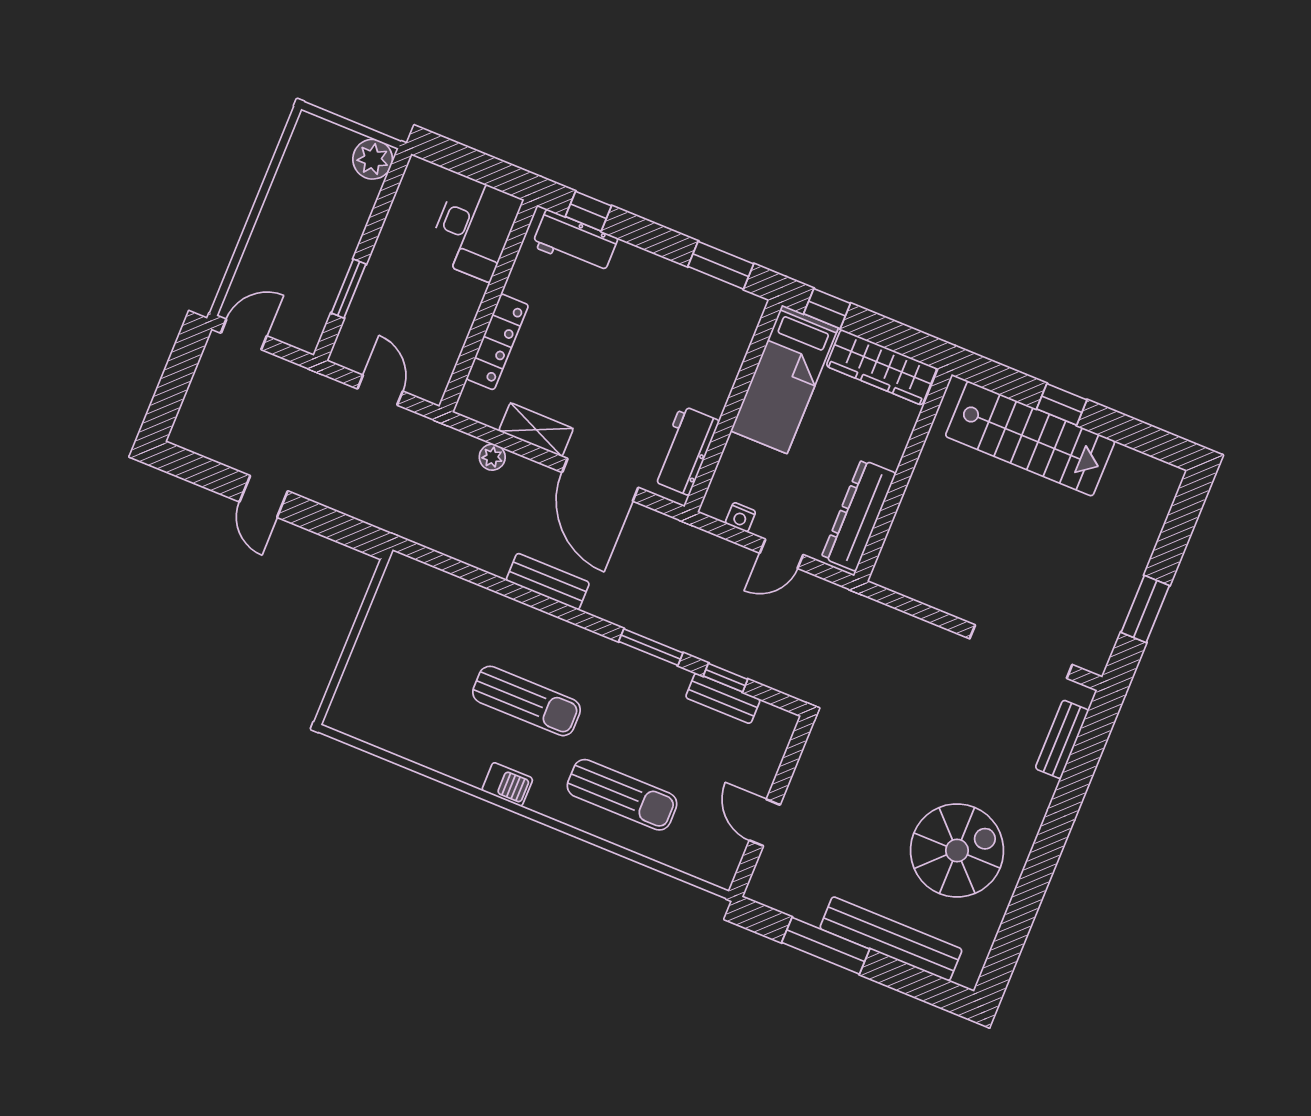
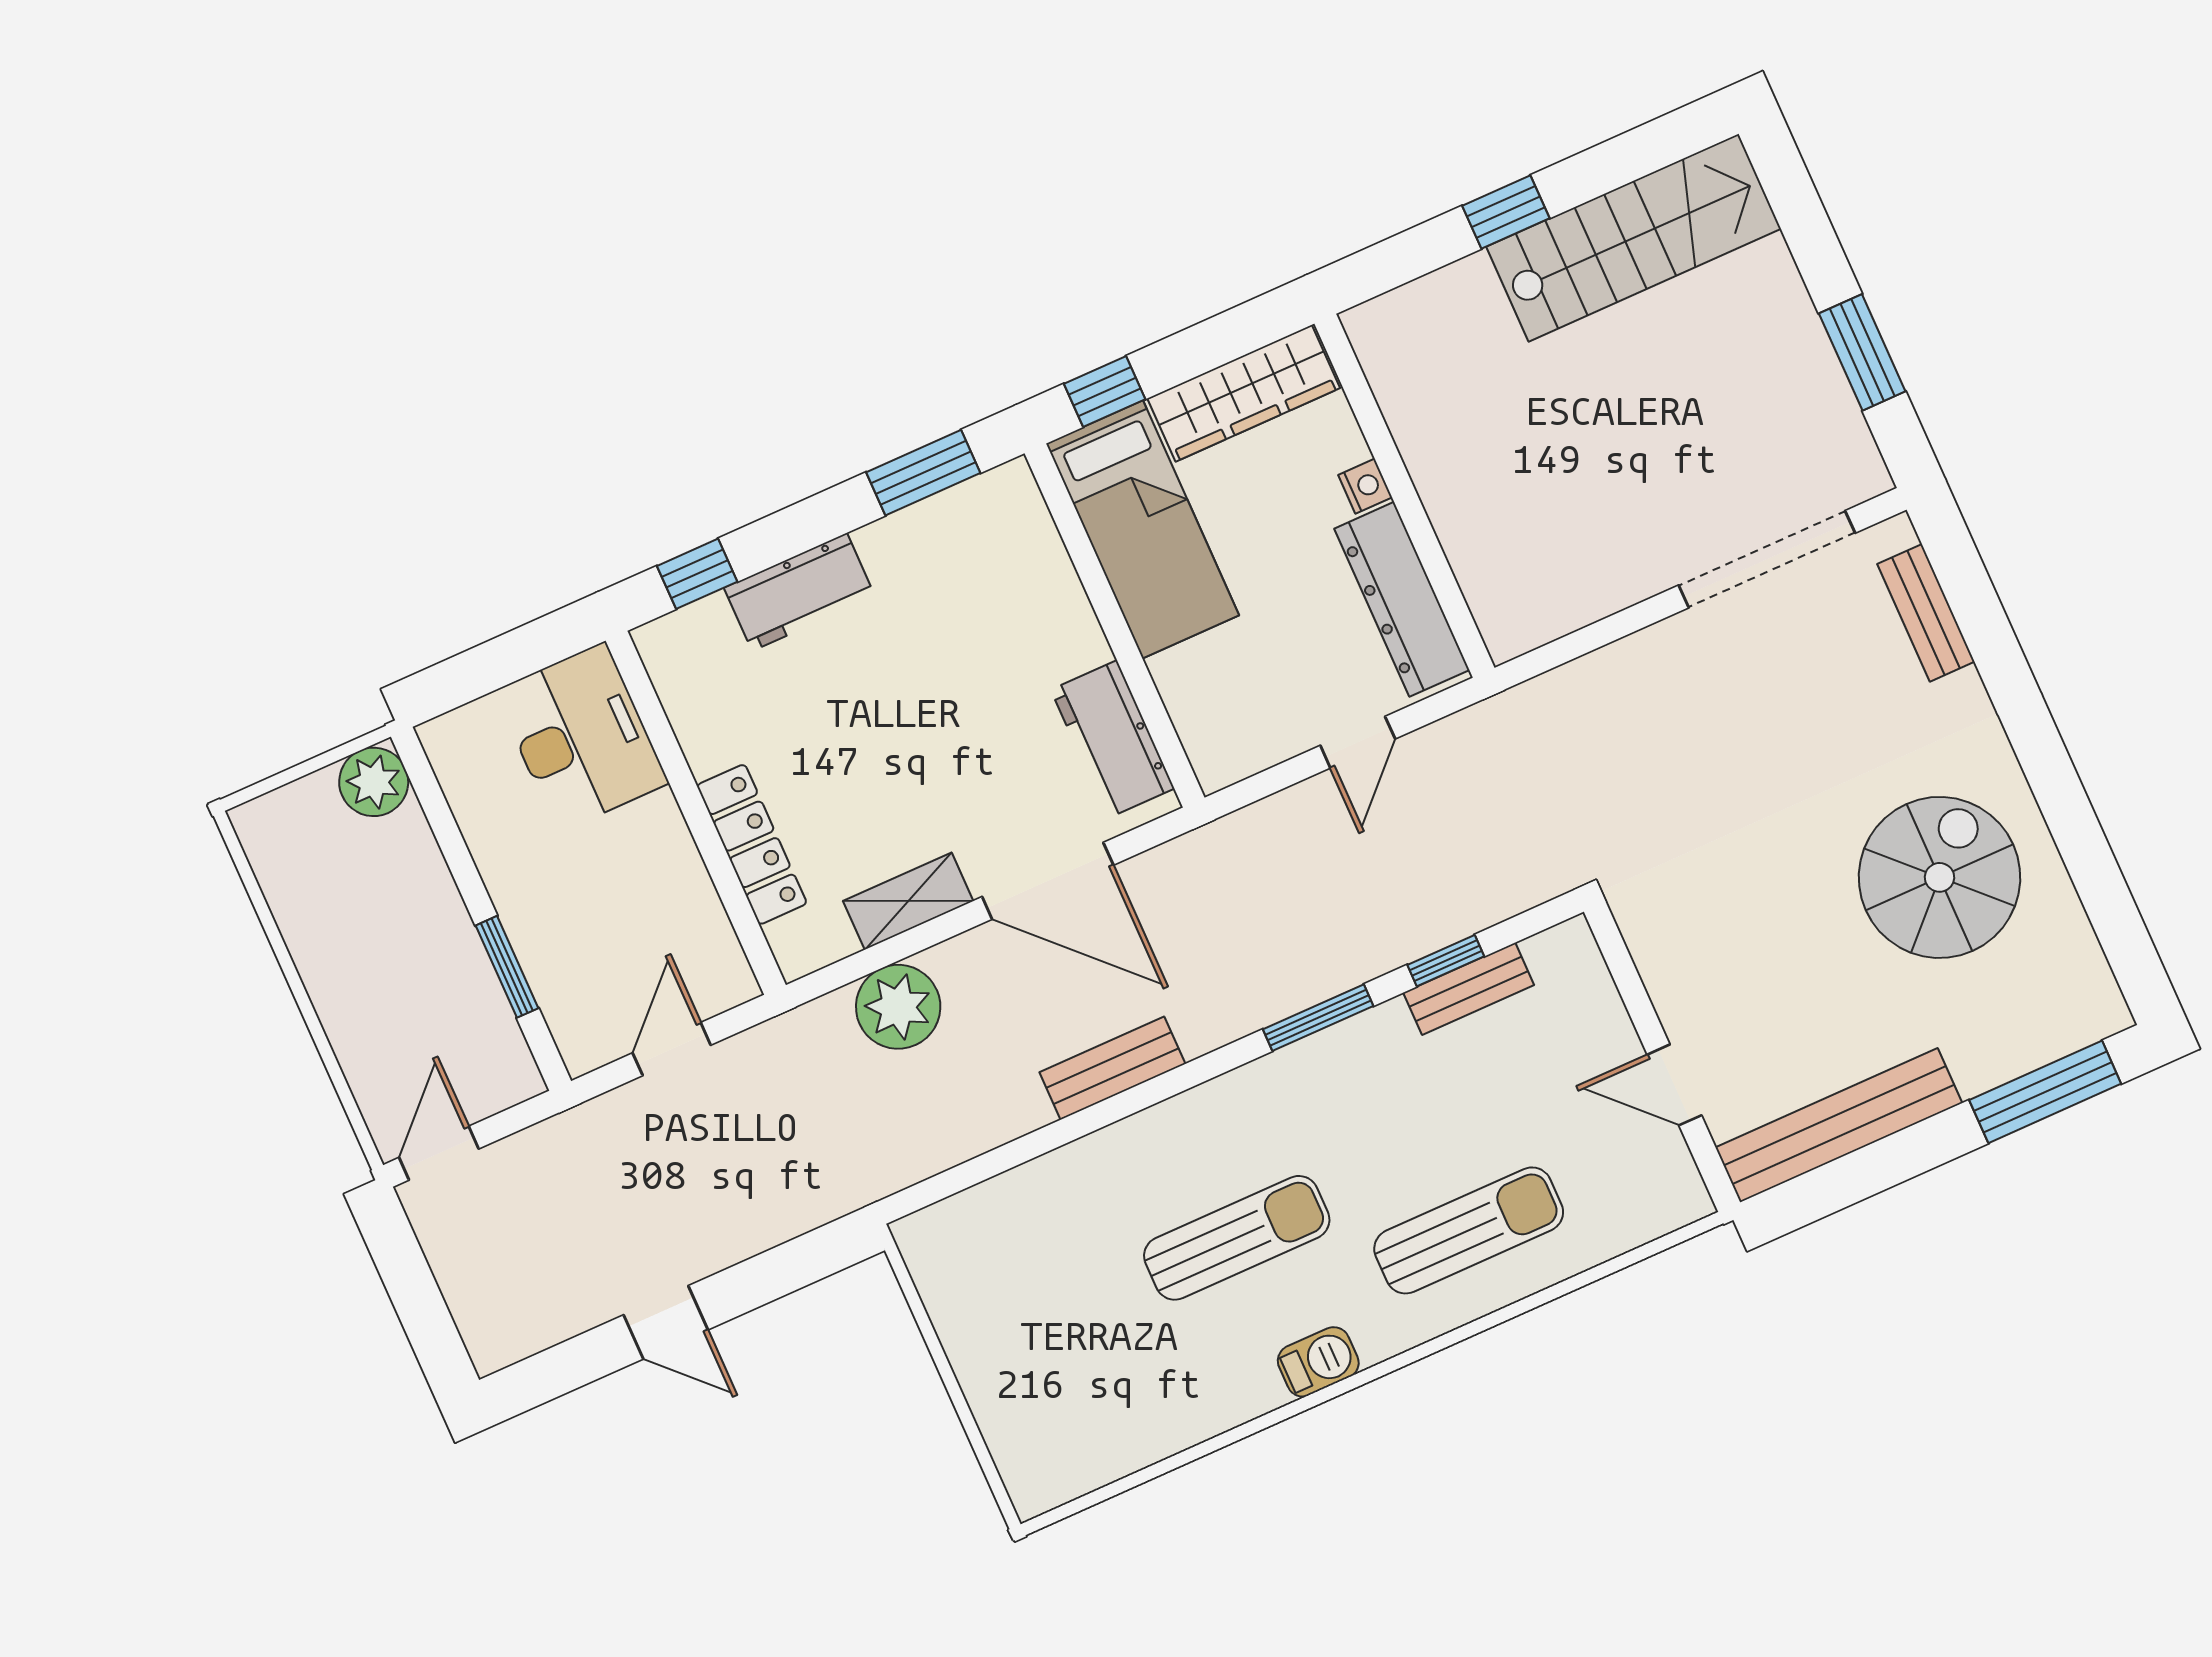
workbench: (575, 242) -> (799, 592), moved
door: (380, 390) -> (672, 1049), hinge flipped
stairs: (1030, 439) -> (1634, 238), moved
plant: (492, 457) -> (898, 1007), width x1.88, depth x1.88
nightstand: (740, 517) -> (1365, 486), moved, turned -90
bench: (891, 939) -> (1839, 1125), moved
window: (826, 946) -> (2045, 1092), moved

